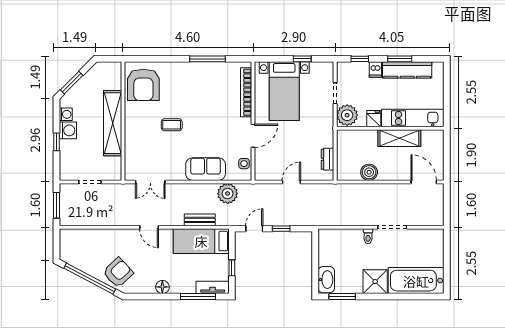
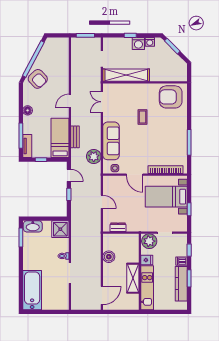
shelving: (113, 123) -> (126, 75), moved
sofa: (206, 169) -> (111, 141), width x1.36
shower: (375, 282) -> (60, 229), moved

